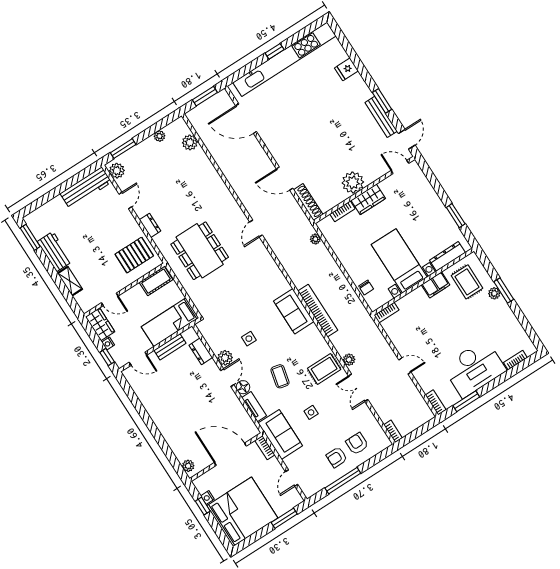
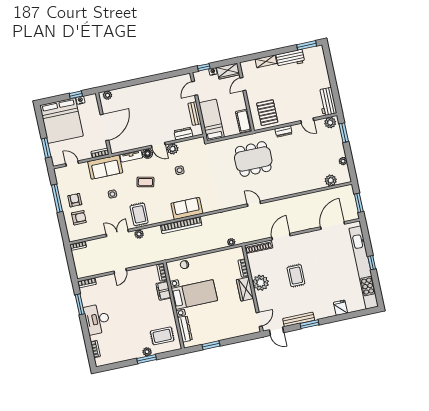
rug: (327, 141) -> (296, 276), added
workbench: (86, 188) -> (327, 102), width x0.73
filing cabinet: (436, 285) -> (163, 291), moved
desk: (474, 368) -> (97, 319), width x0.73, depth x0.77

